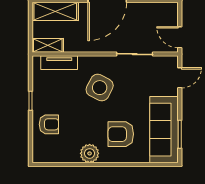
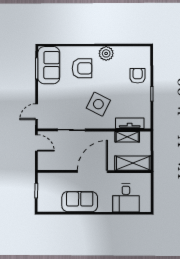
shelving: (48, 45) -> (127, 137), moved
armchair: (49, 124) -> (138, 76), turned 90
sofa: (164, 130) -> (49, 65), width x0.73

